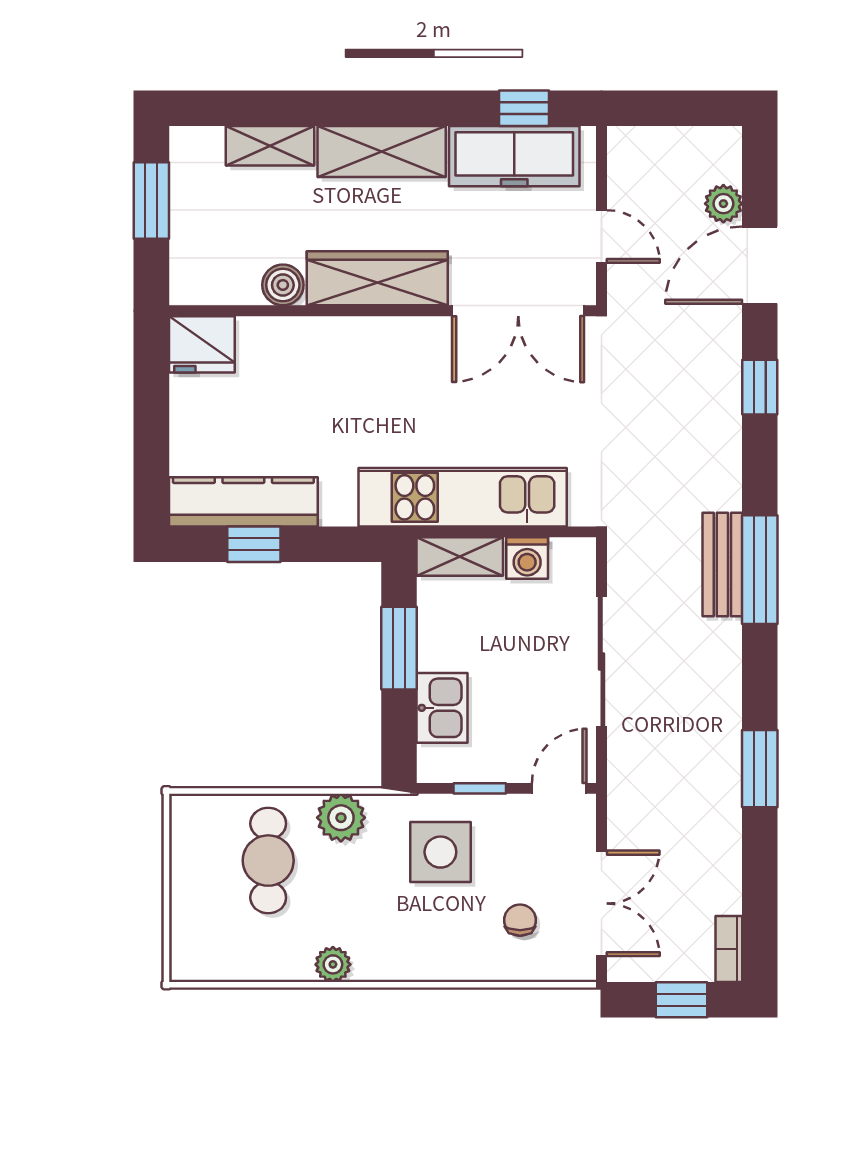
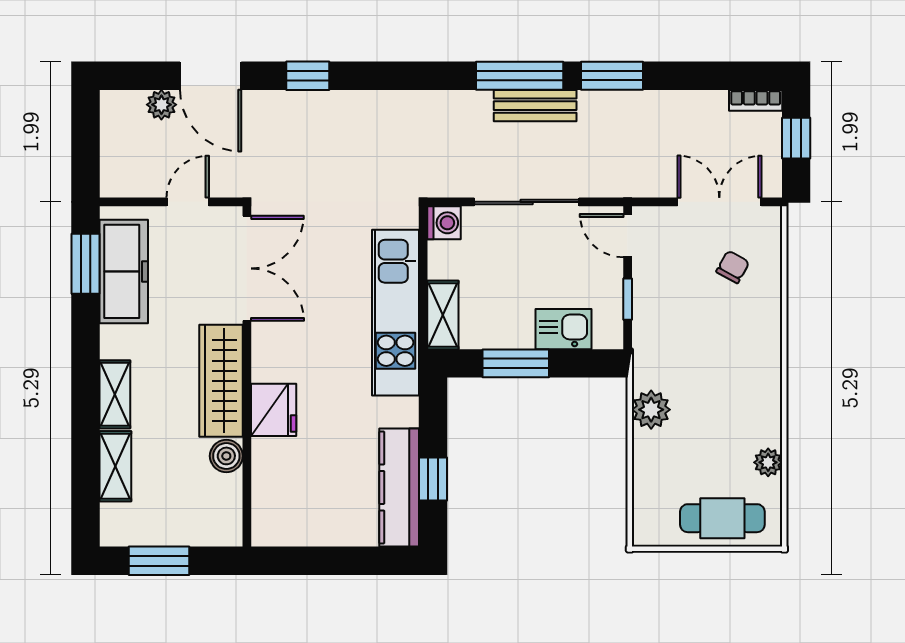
window: (524, 108) -> (85, 264), width x1.50
shelving: (382, 152) -> (115, 394), width x0.67, depth x0.75
fridge: (202, 344) -> (274, 410), moved
washing machine: (527, 558) -> (444, 223), moved
bench: (722, 565) -> (535, 106), moved
window: (760, 570) -> (520, 76), moved
side table: (440, 852) -> (678, 330), removed
cafe table: (268, 861) -> (722, 518), moved
chair: (520, 920) -> (733, 267), turned 119
plant: (333, 964) -> (768, 462), moved

